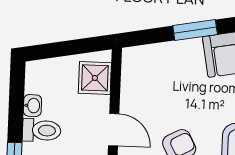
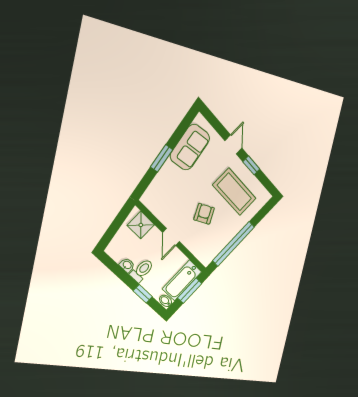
door: (114, 130) -> (171, 237), swing flipped

